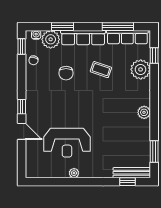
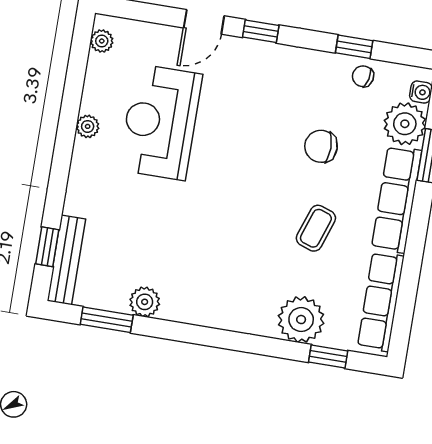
window: (118, 27) -> (409, 284), removed
window: (22, 47) -> (354, 47), moved
plant: (144, 112) -> (145, 302), moved
plant: (37, 173) -> (102, 41), added

